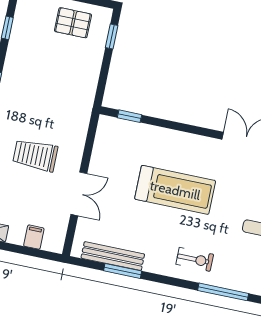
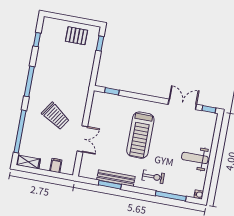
trolley: (35, 155) -> (56, 116), turned -146
treadmill: (175, 190) -> (140, 135), turned 90
bench: (113, 256) -> (116, 178), moved

